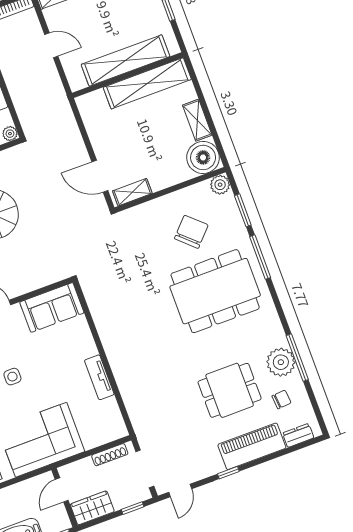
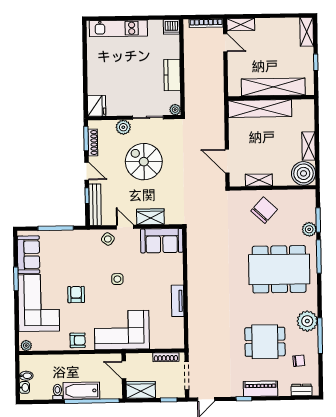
door: (51, 45) -> (225, 43), moved
shelving: (147, 83) -> (260, 109), moved
plant: (220, 185) -> (309, 229), moved
shelving: (132, 192) -> (259, 180), moved
chair: (191, 232) -> (264, 210), moved
wardrobe: (26, 282) -> (150, 217), added
plant: (281, 362) -> (307, 321), moved
piano: (252, 446) -> (261, 389), width x0.73, depth x0.75
door: (62, 490) -> (124, 370), hinge flipped

